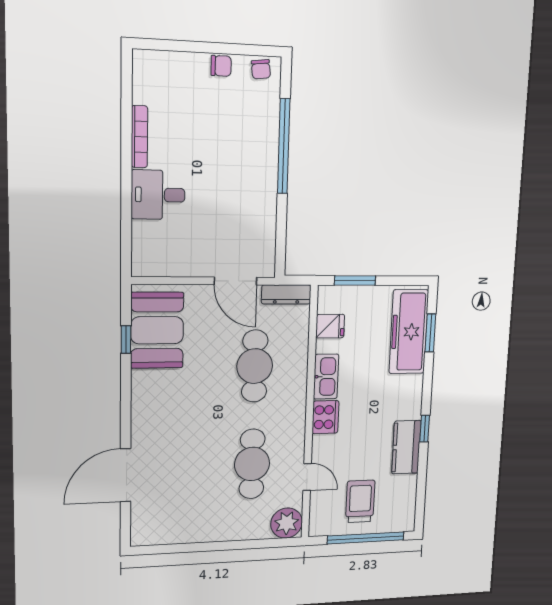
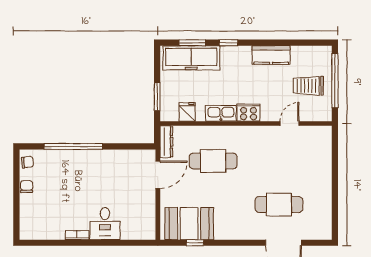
bookcase: (139, 137) -> (77, 235), width x0.64
window: (425, 429) -> (228, 43), moved
cafe table: (252, 464) -> (279, 205), moved
plant: (287, 523) -> (321, 136), removed

